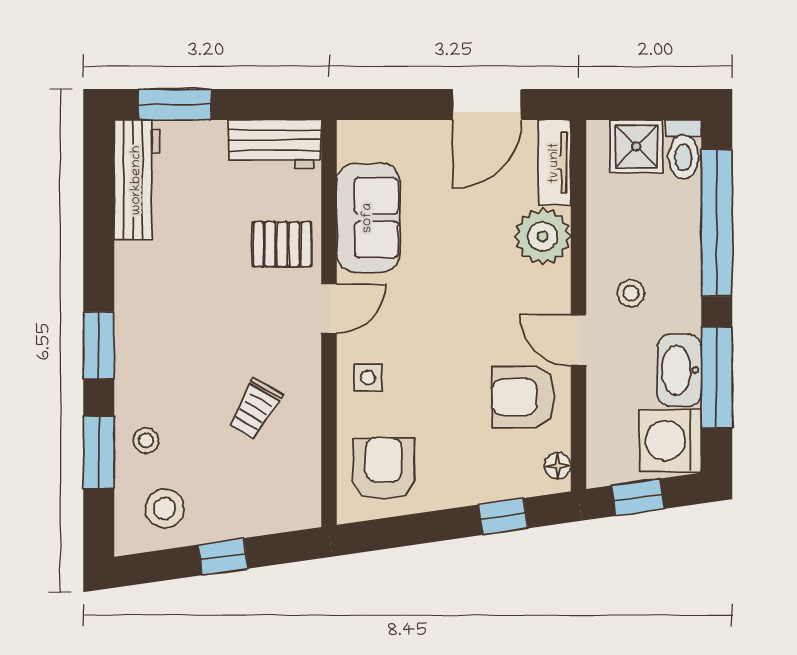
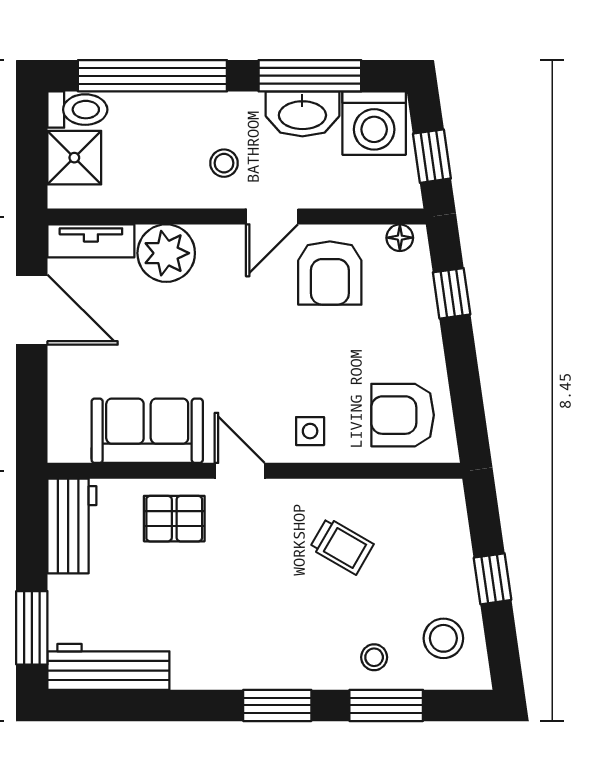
pallet: (282, 244) -> (174, 519), turned 90

